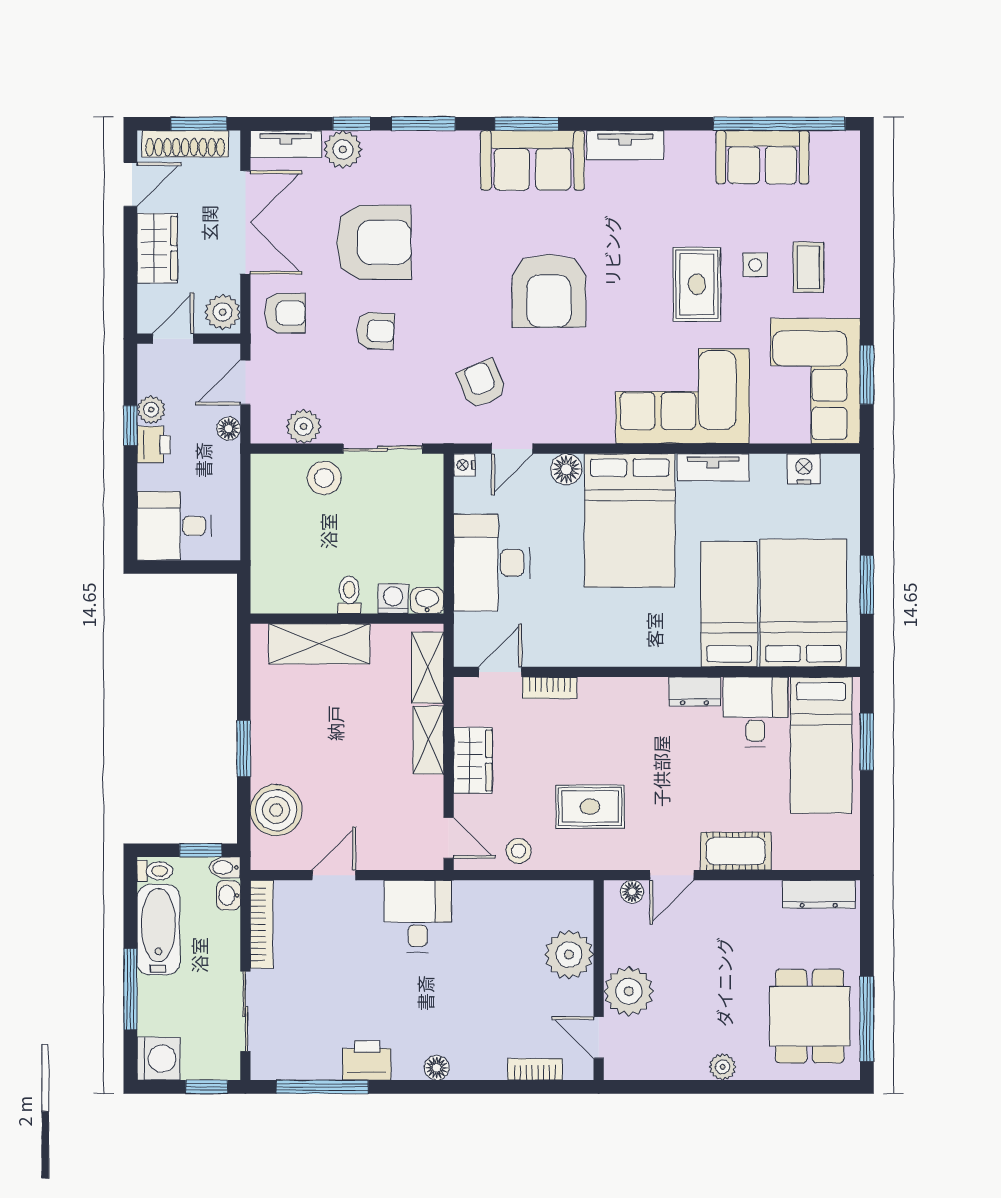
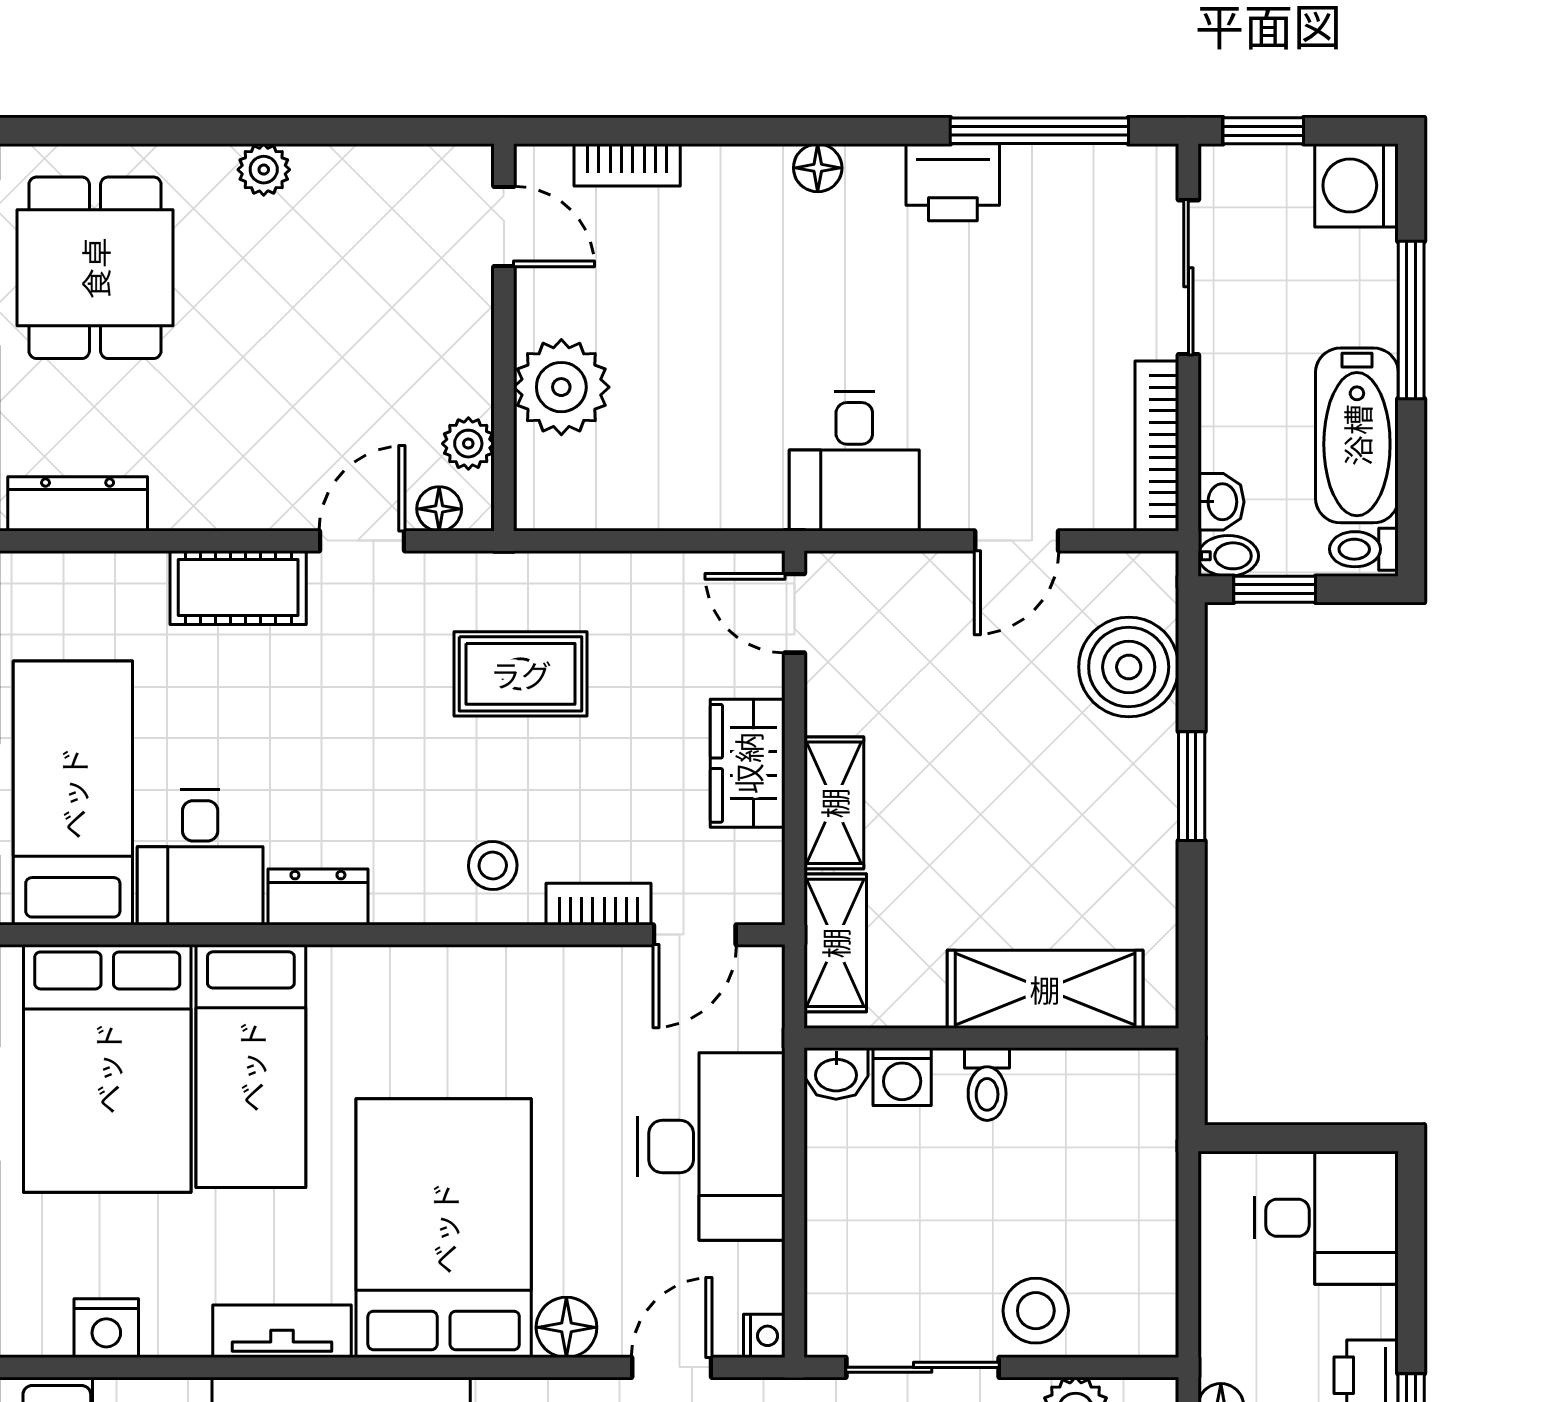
stool: (519, 851) -> (493, 865), moved
plant: (629, 991) -> (468, 444), moved, width x0.53, depth x0.53

